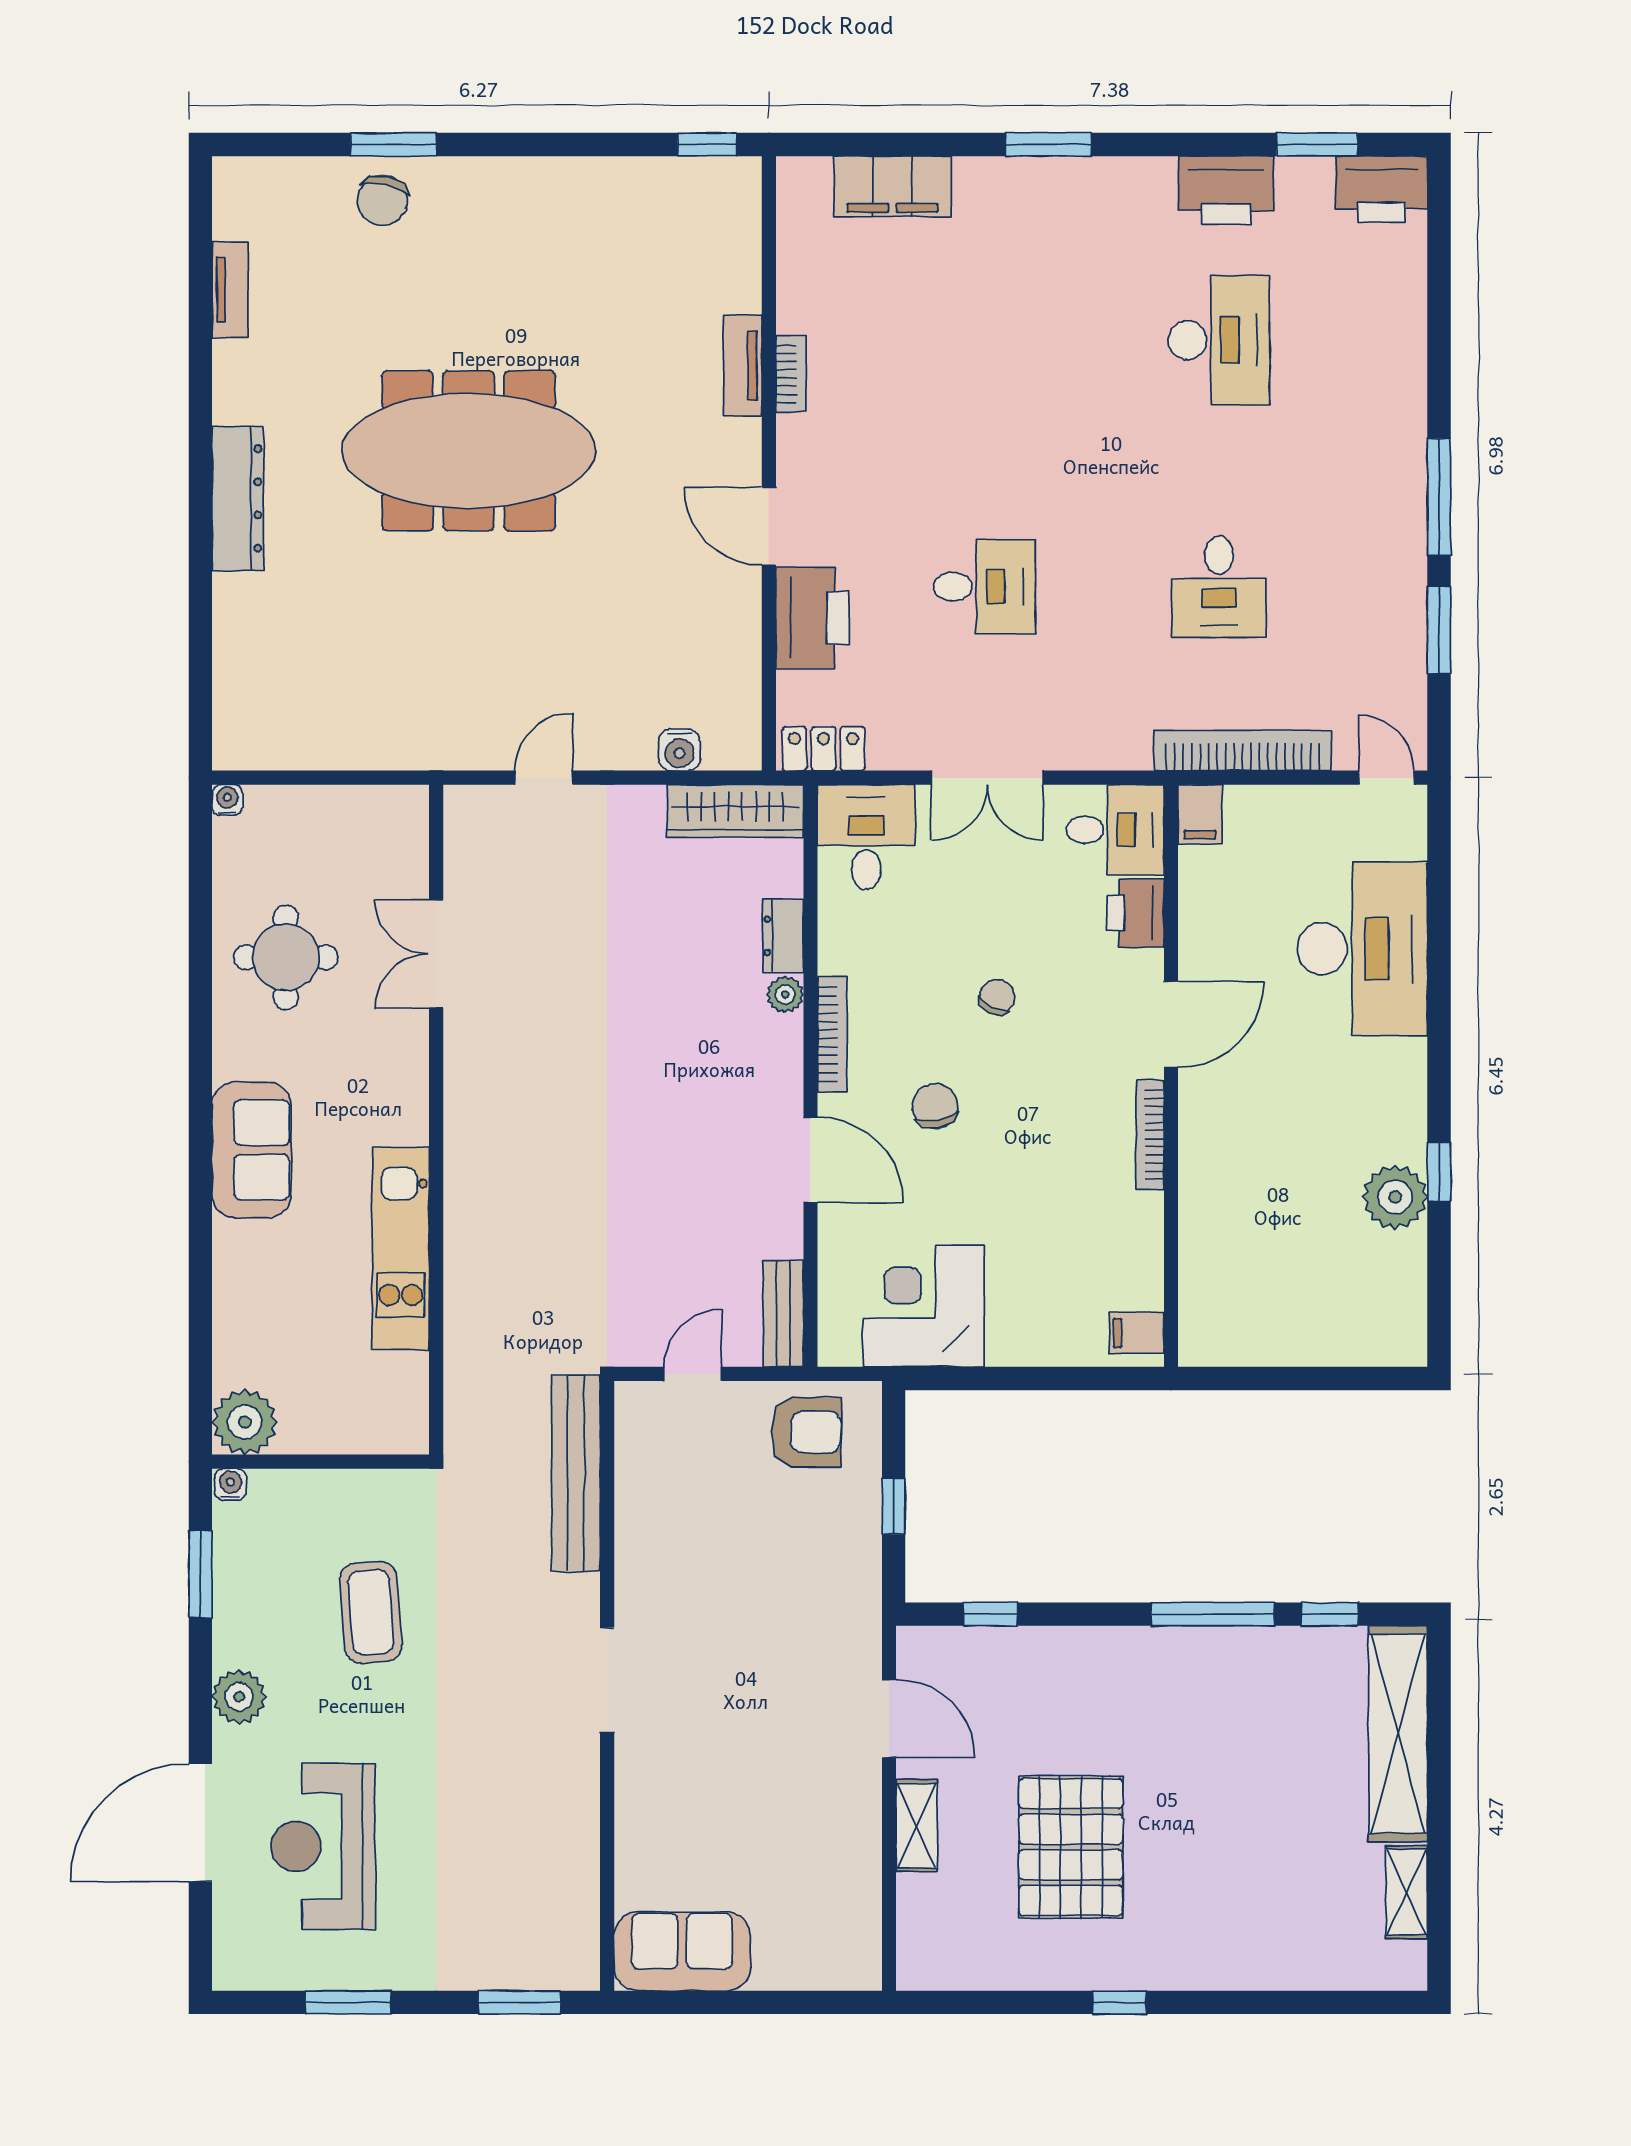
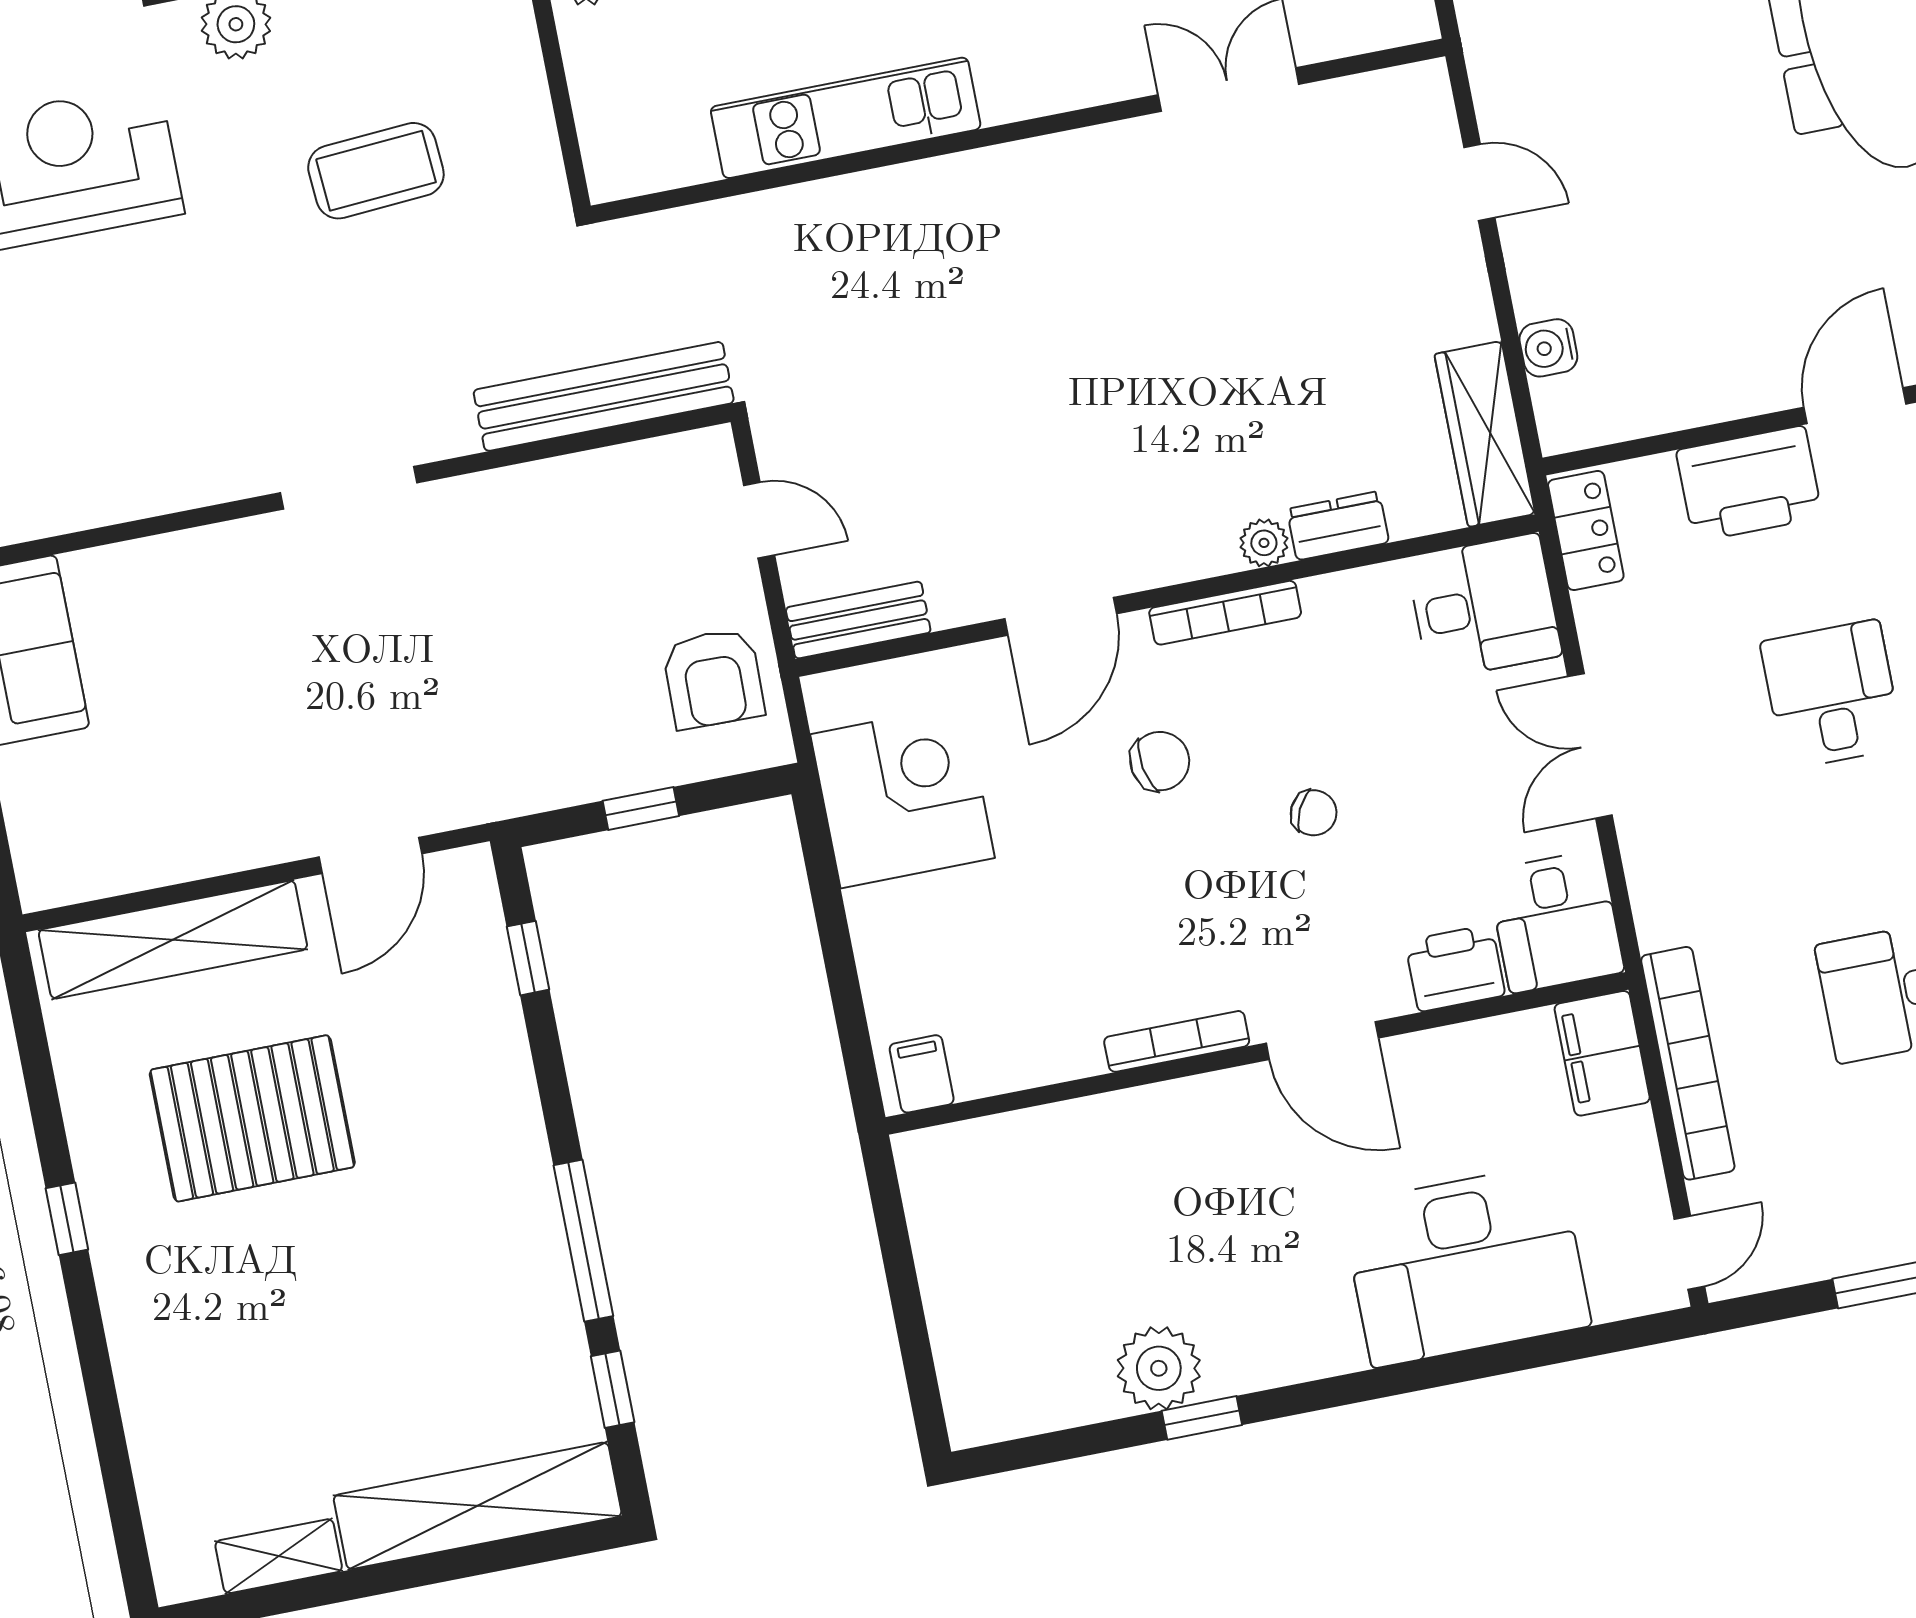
desk: (984, 587) -> (1832, 695), turned 180
filing cabinet: (1200, 814) -> (1602, 1053), width x2.00
shelving: (917, 1826) -> (173, 940), width x2.20, depth x1.33

